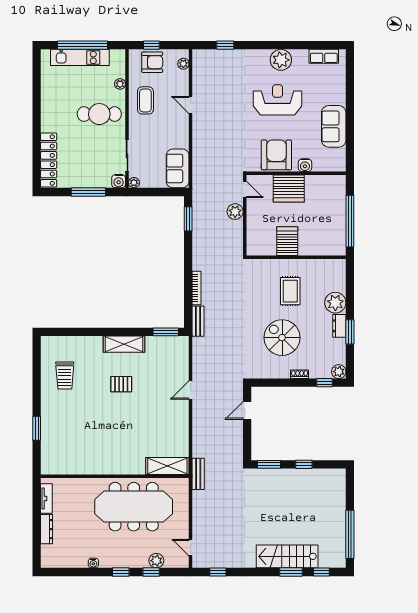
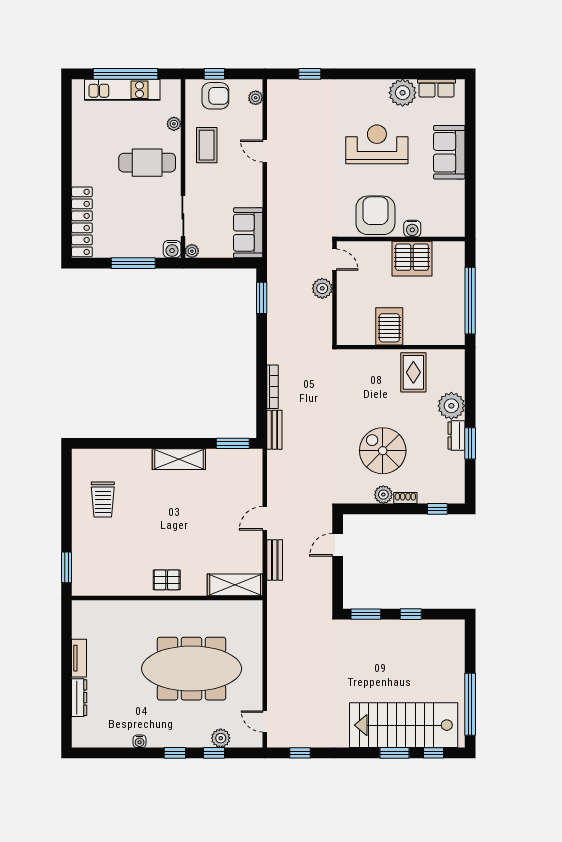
plant: (281, 60) -> (403, 93), moved
sofa: (334, 126) -> (449, 152), moved
server rack: (289, 189) -> (412, 259), moved
rug: (290, 291) -> (413, 372), moved
plant: (339, 372) -> (383, 495), moved
pallet: (121, 384) -> (167, 580), moved
shelving: (167, 466) -> (235, 585), moved
bench: (198, 474) -> (275, 560), moved
wall: (115, 476) -> (167, 598), moved
stairs: (287, 556) -> (404, 725), width x1.36, depth x1.51

